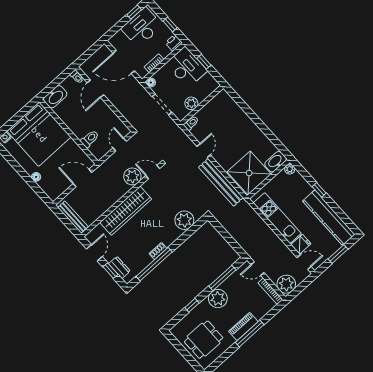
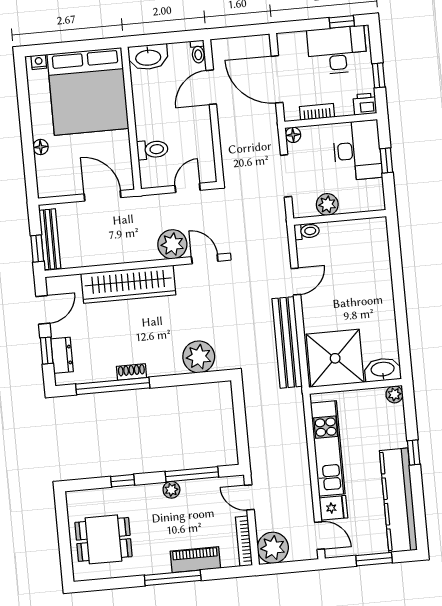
window: (70, 226) -> (37, 248), added
plant: (218, 299) -> (171, 490), width x0.53, depth x0.53
piano: (243, 327) -> (195, 560), moved

